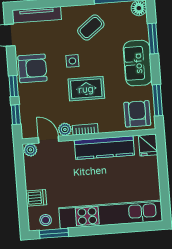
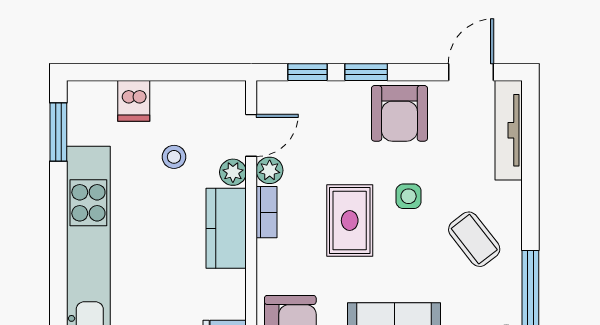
kitchen counter: (104, 148) -> (226, 228), width x0.67
plant: (30, 150) -> (233, 172), moved
stool: (46, 220) -> (174, 157), moved

